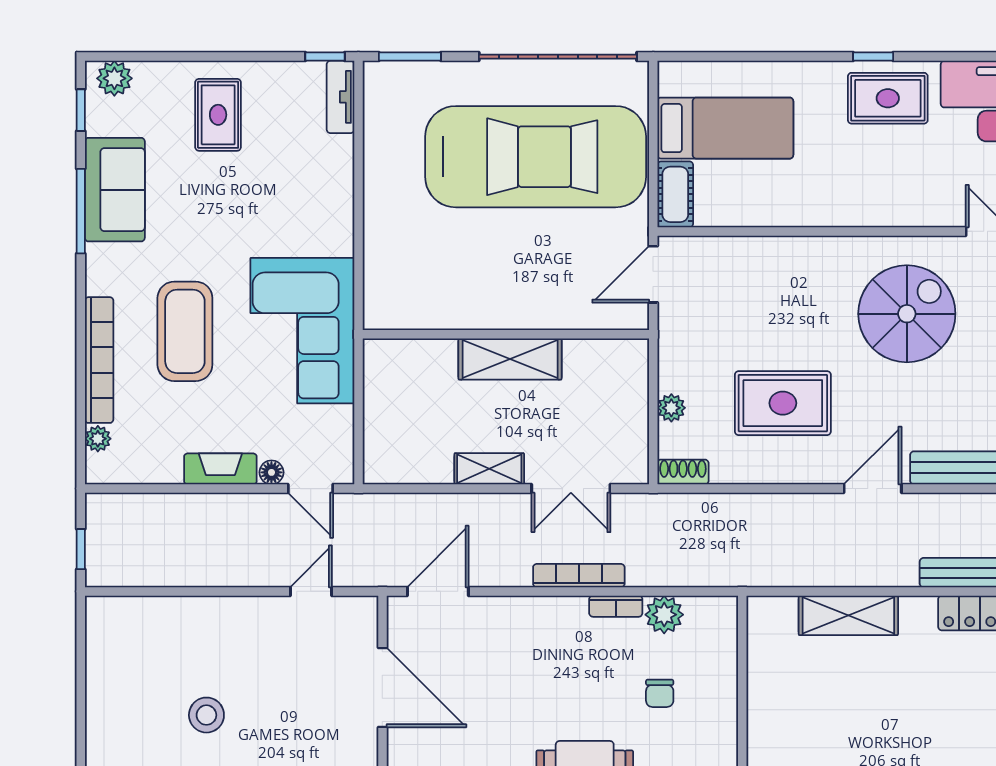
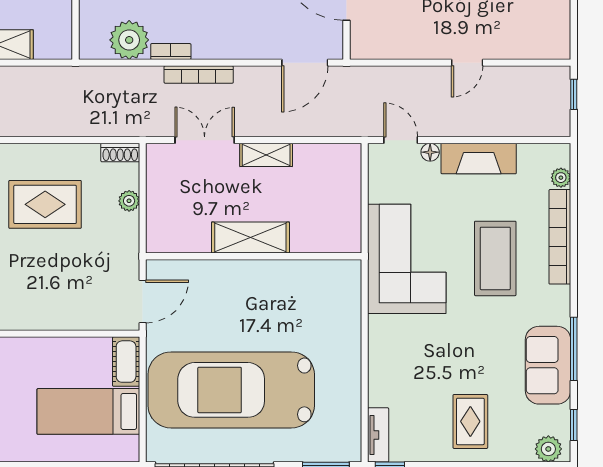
fireplace: (220, 469) -> (479, 159), width x1.37, depth x1.32
door: (311, 591) -> (467, 63), moved
plant: (664, 615) -> (129, 40), width x1.36, depth x1.36

